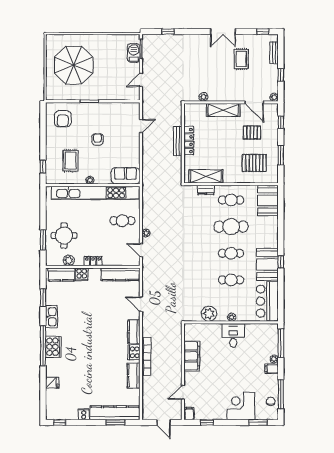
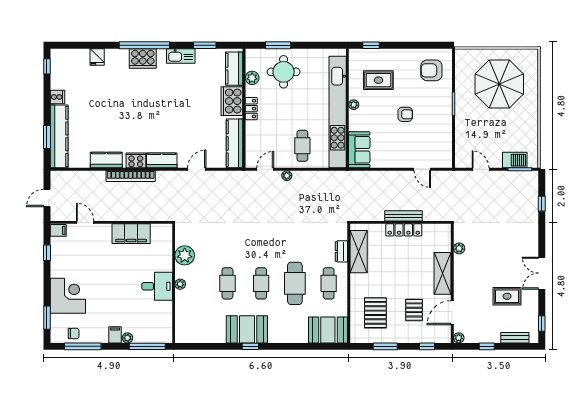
cooker: (82, 274) -> (232, 101), width x1.87, depth x1.31
bar counter: (267, 301) -> (201, 329), removed

